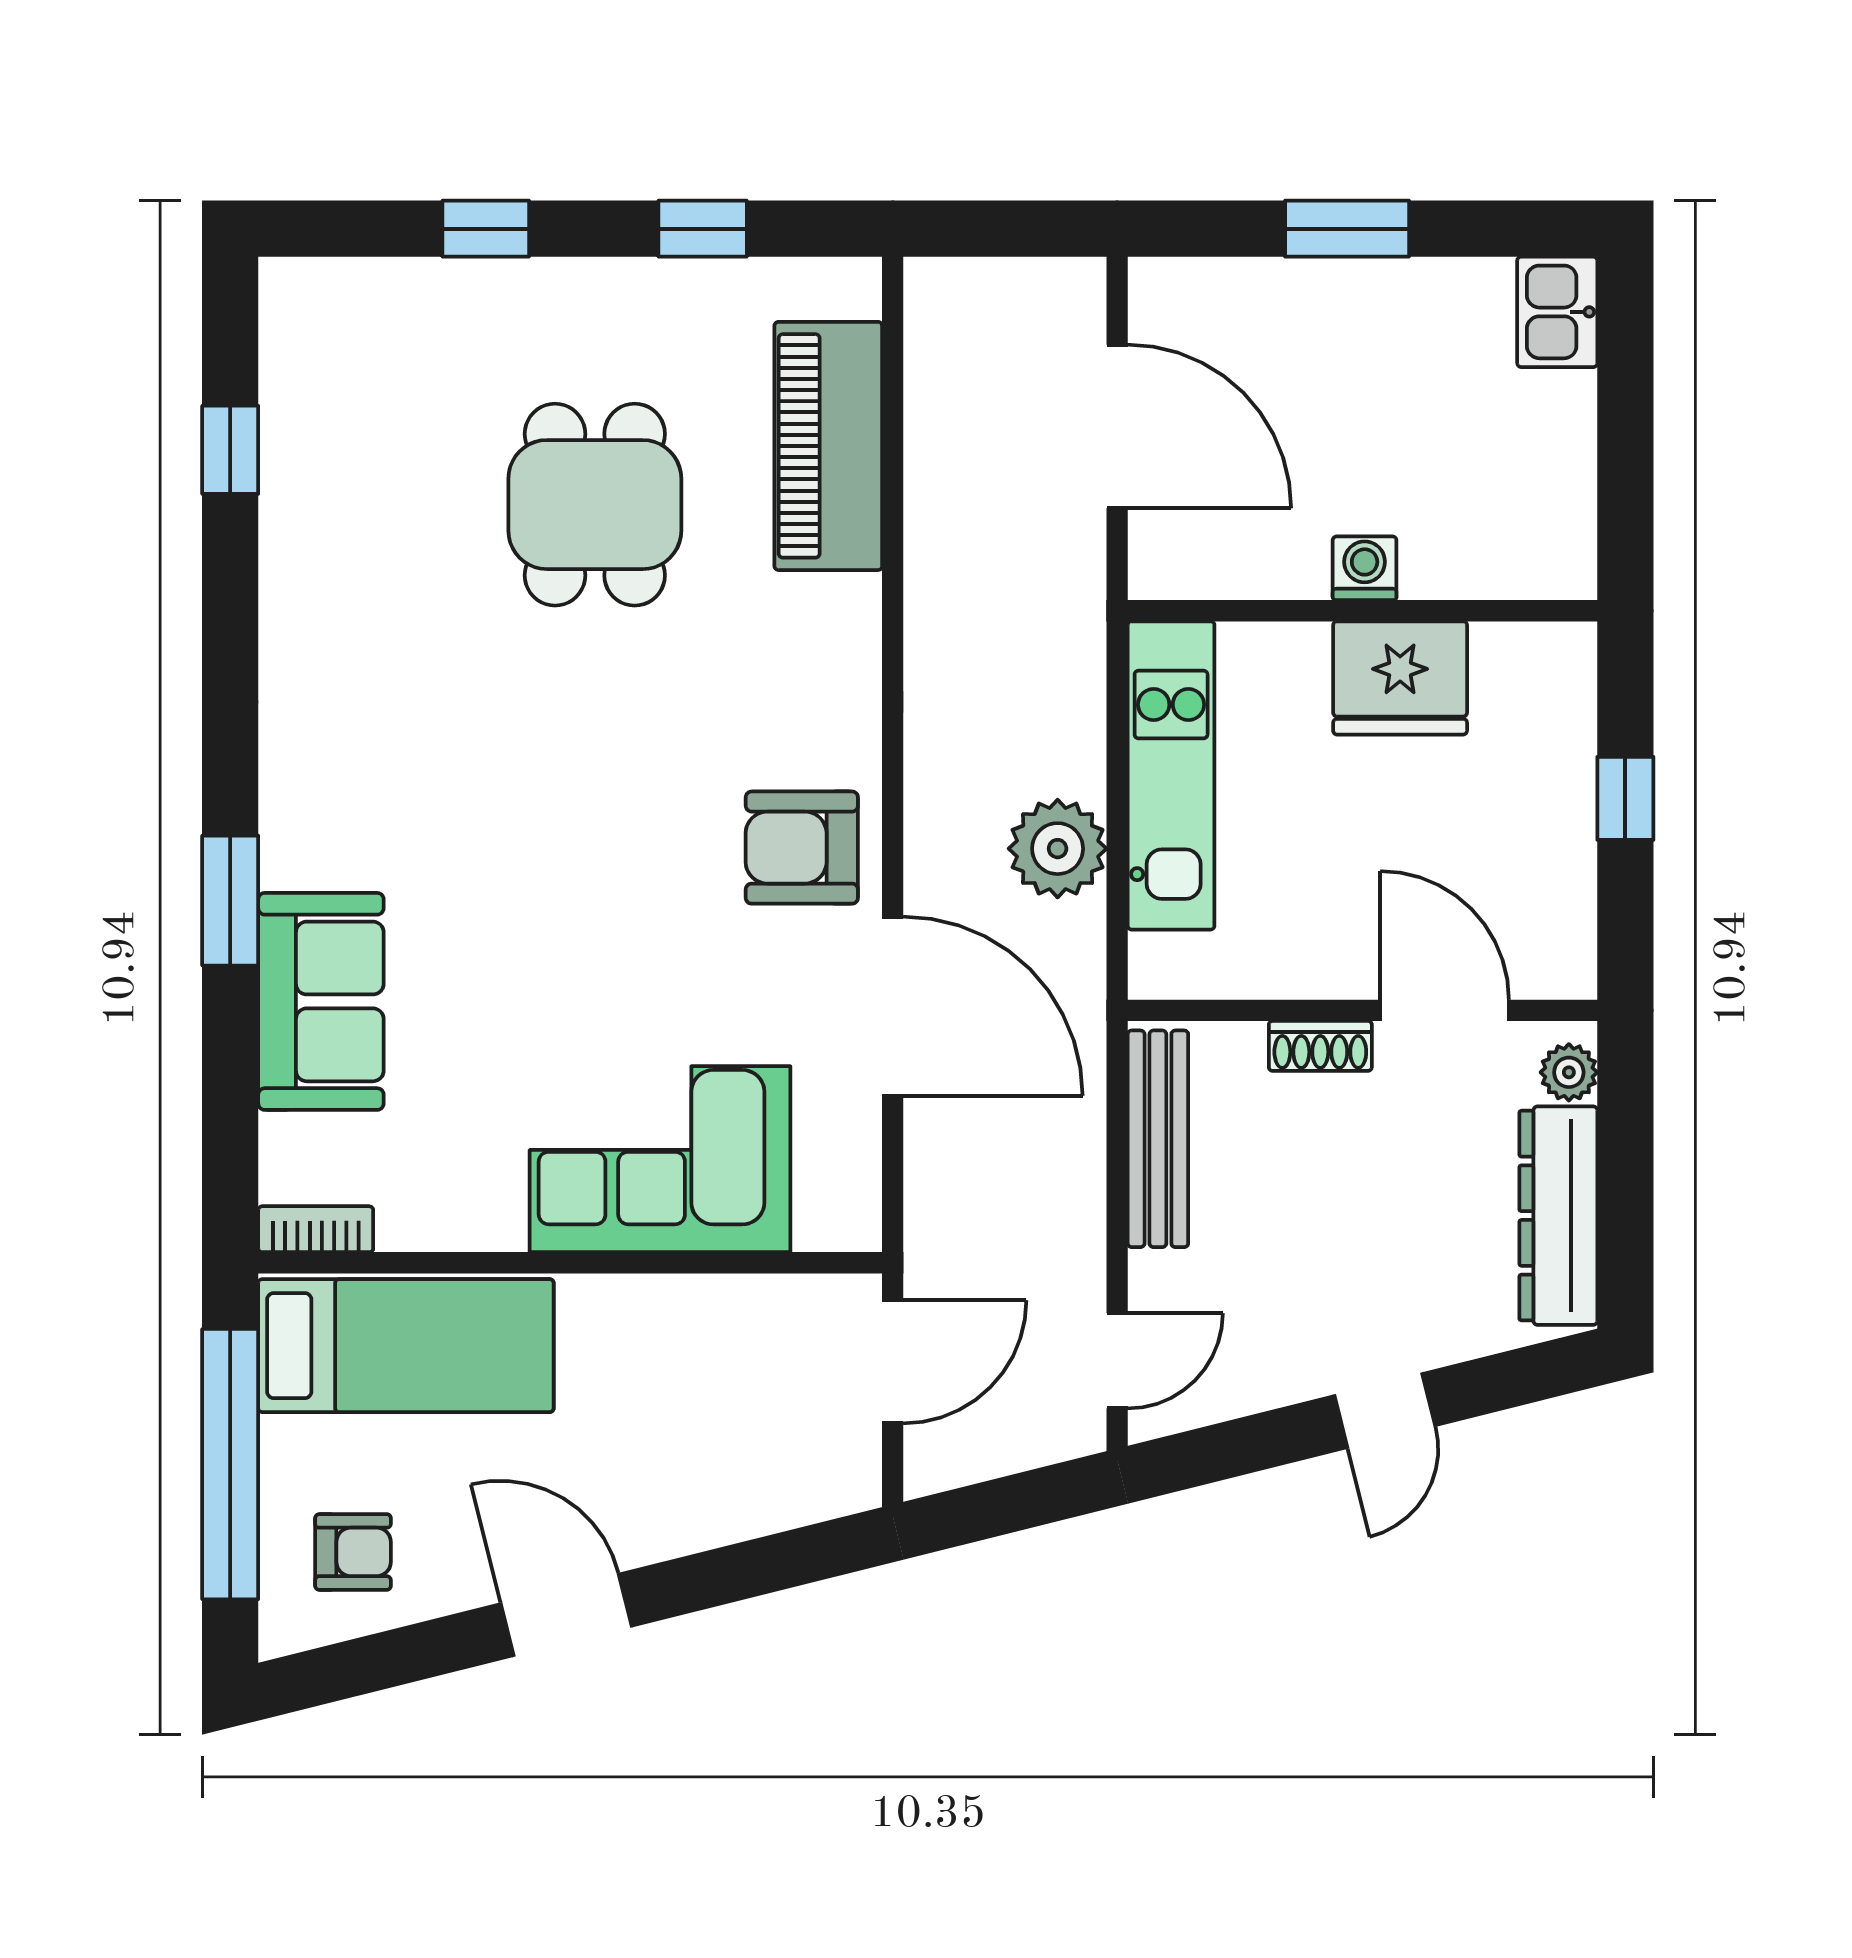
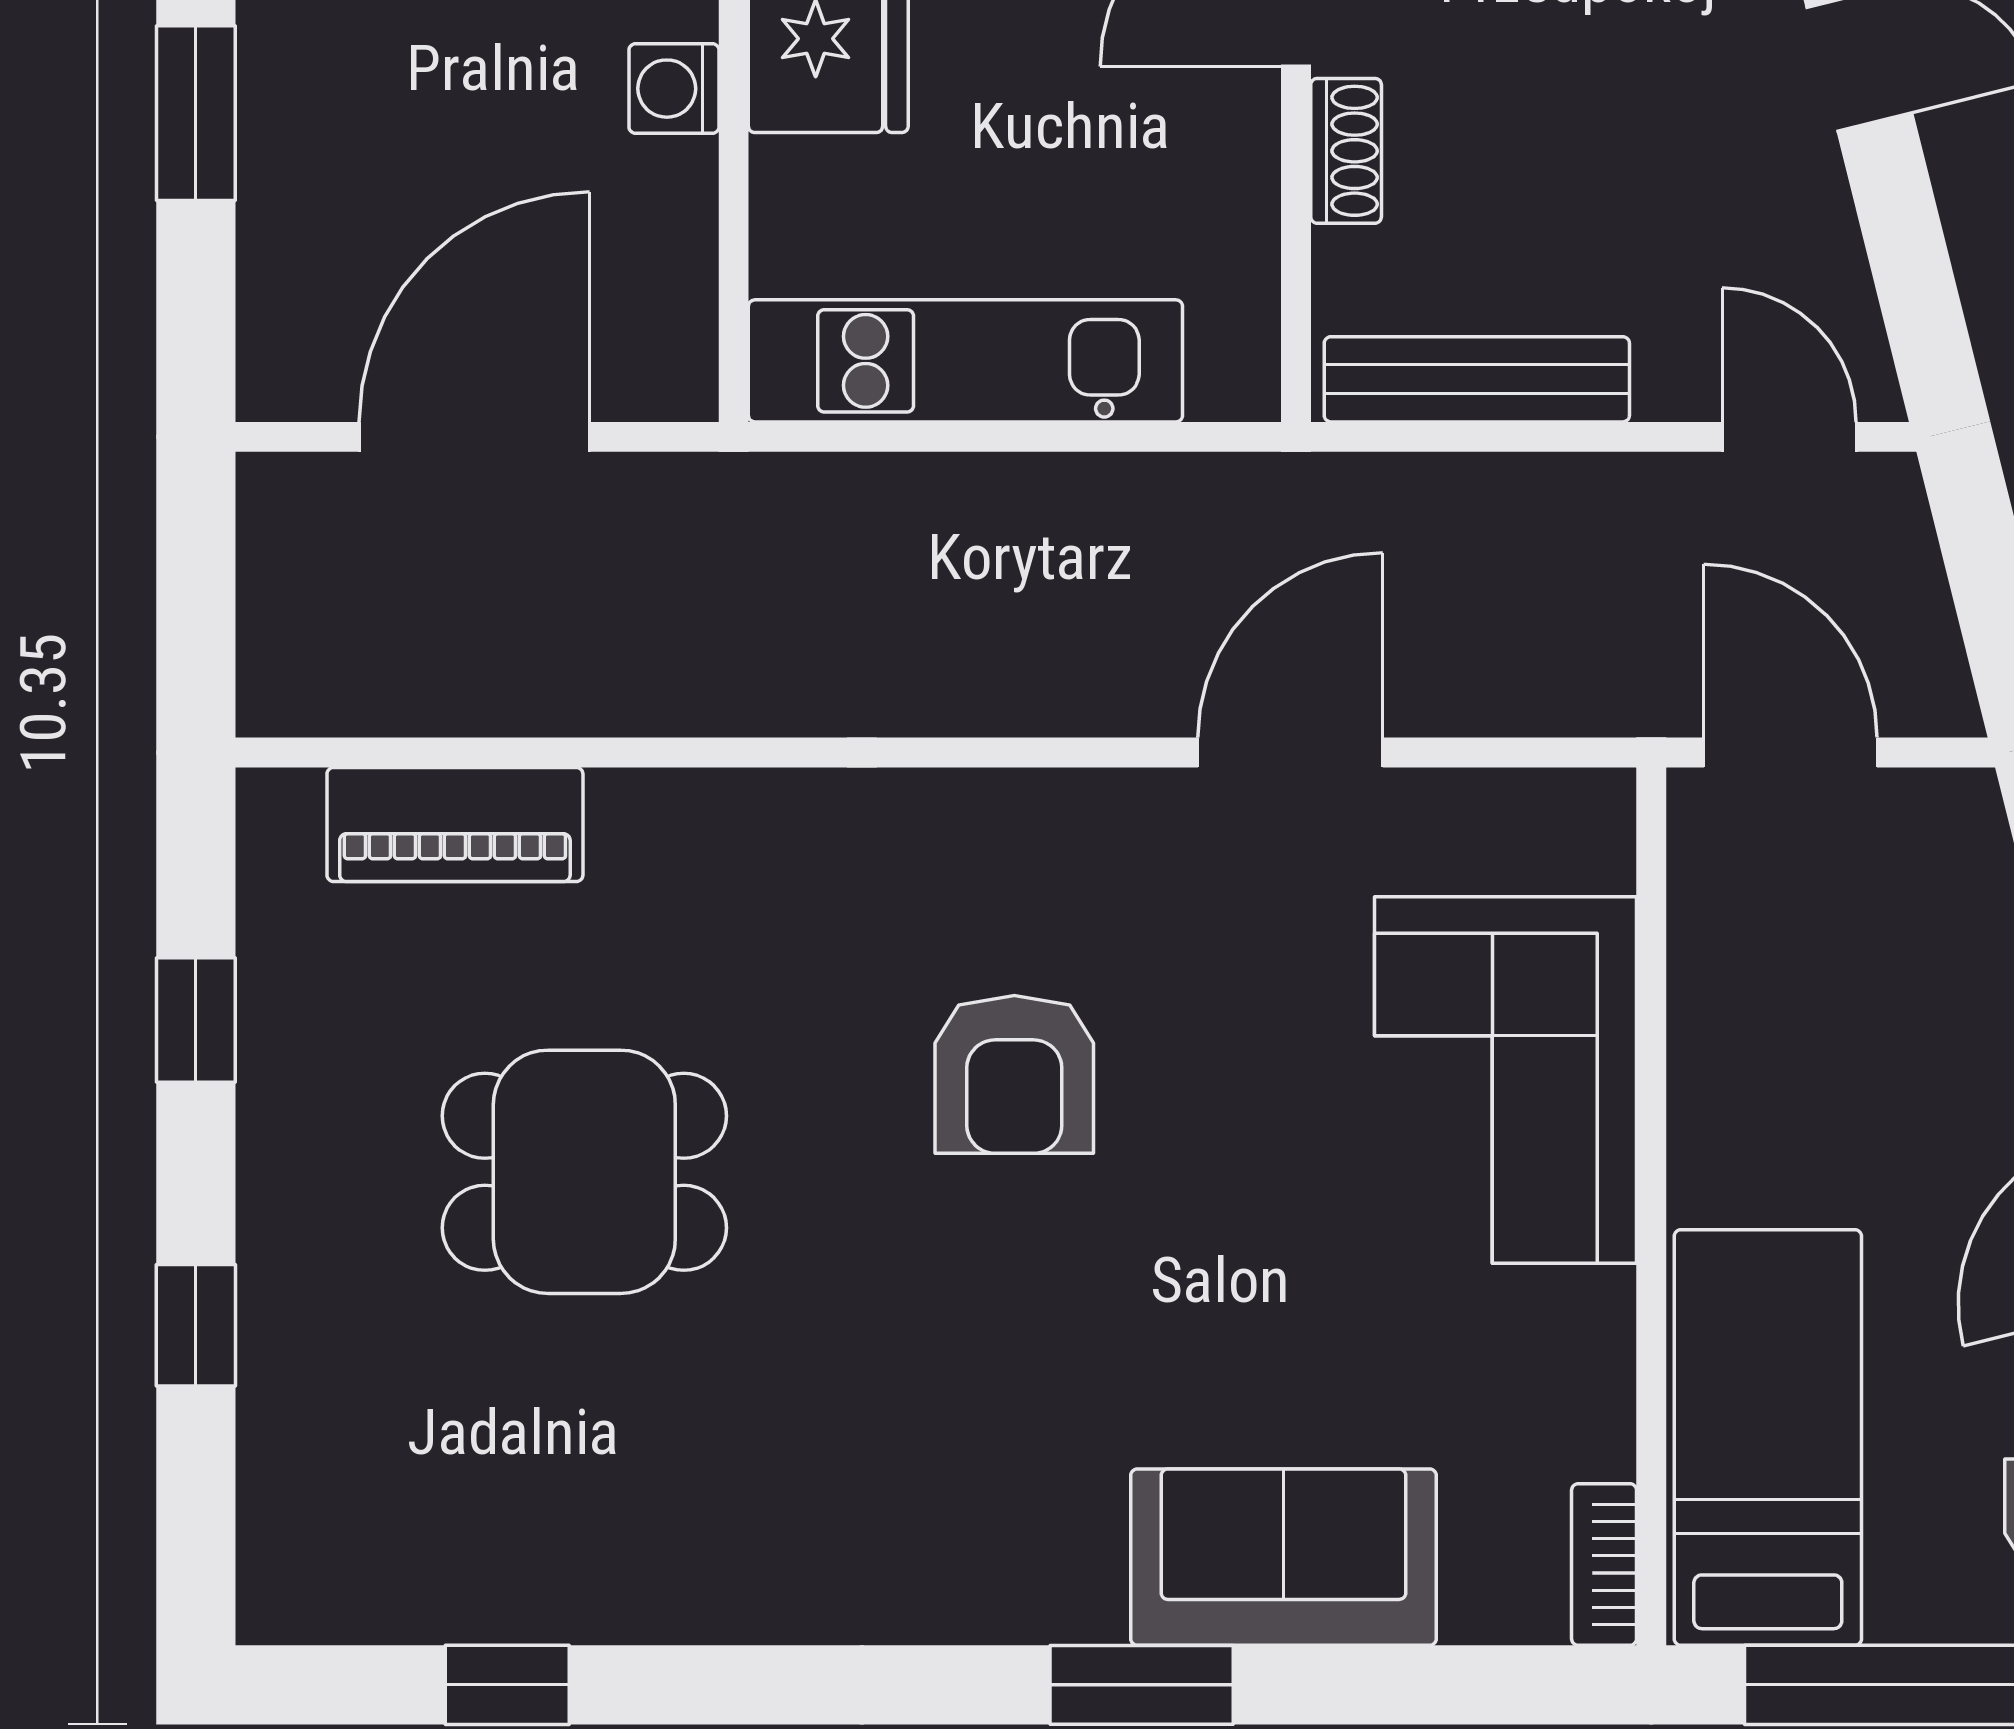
piano: (828, 446) -> (455, 825), width x0.73, depth x0.75
armchair: (802, 848) -> (1014, 1074), moved
plant: (1058, 849) -> (1068, 521), removed
door: (893, 1006) -> (1290, 753), width x0.73

